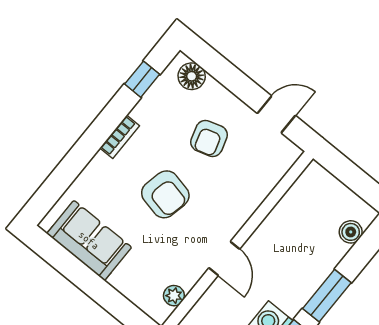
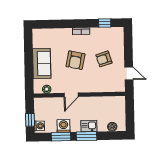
floor lamp: (192, 76) -> (118, 37), removed
sofa: (89, 240) -> (42, 63), moved
kitchen sink: (312, 275) -> (89, 126), added

